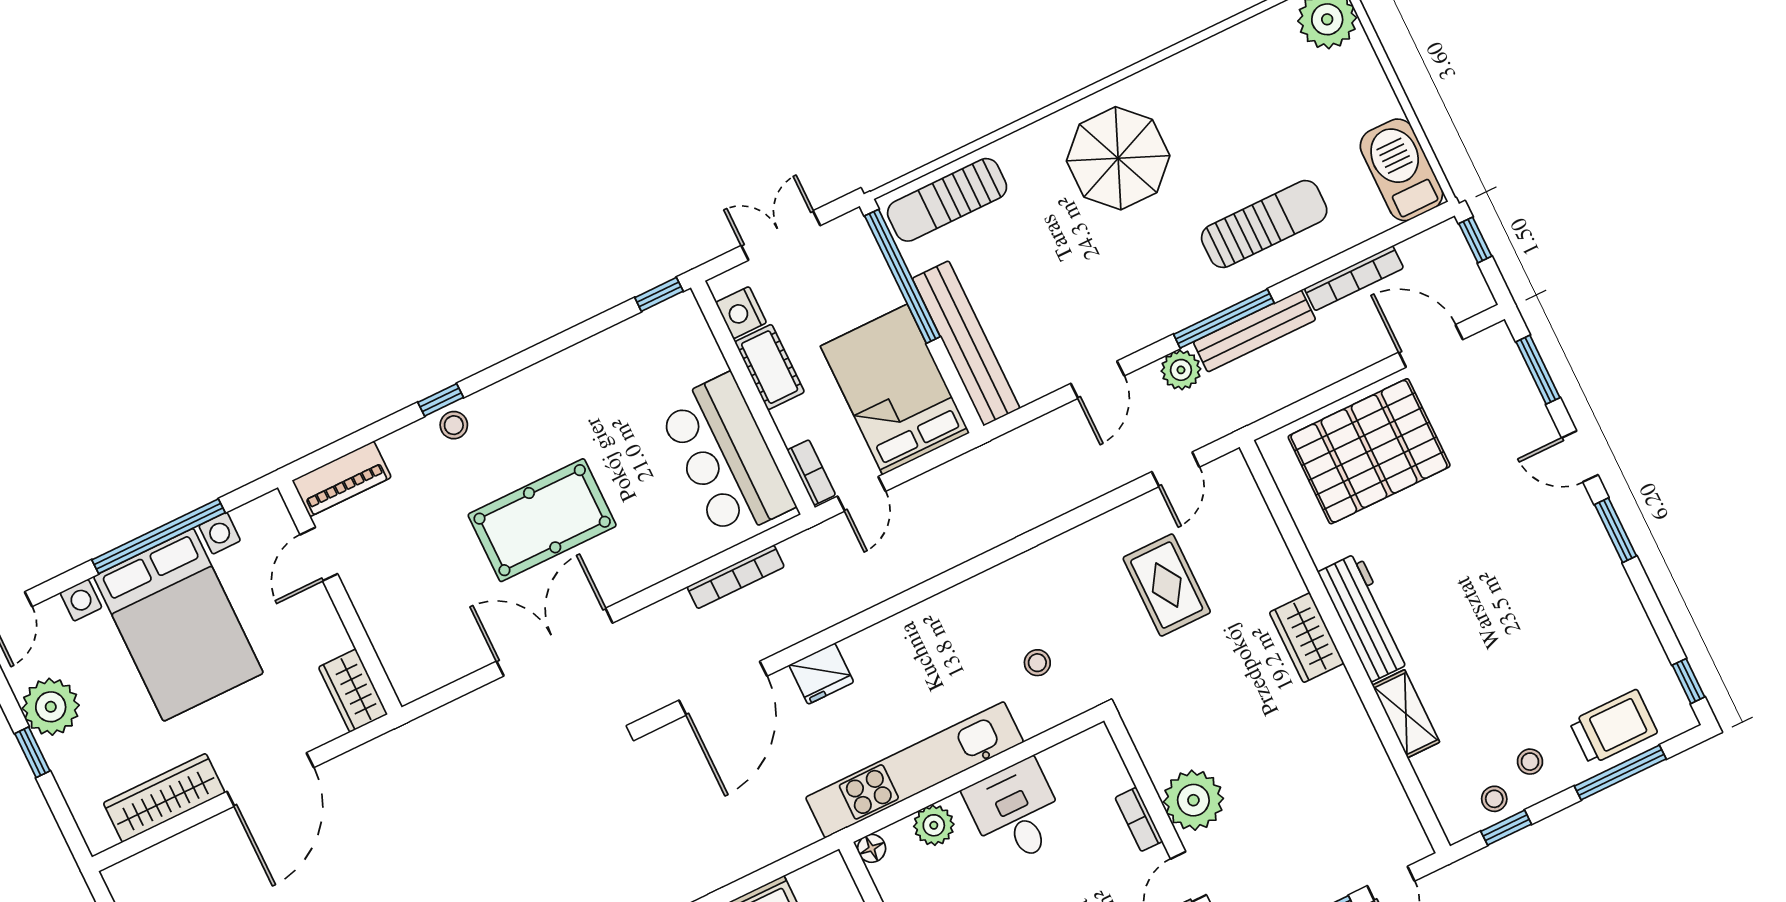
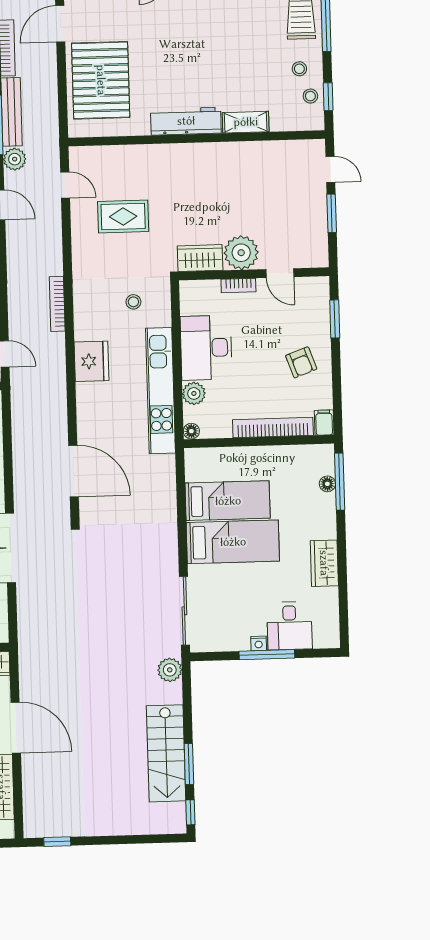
bookcase: (736, 577) -> (57, 304), moved, turned 180
wardrobe: (1307, 638) -> (200, 258), moved, turned 180
fridge: (821, 674) -> (91, 361), moved, width x1.36, depth x1.34
desk: (1016, 812) -> (206, 348), width x1.37

